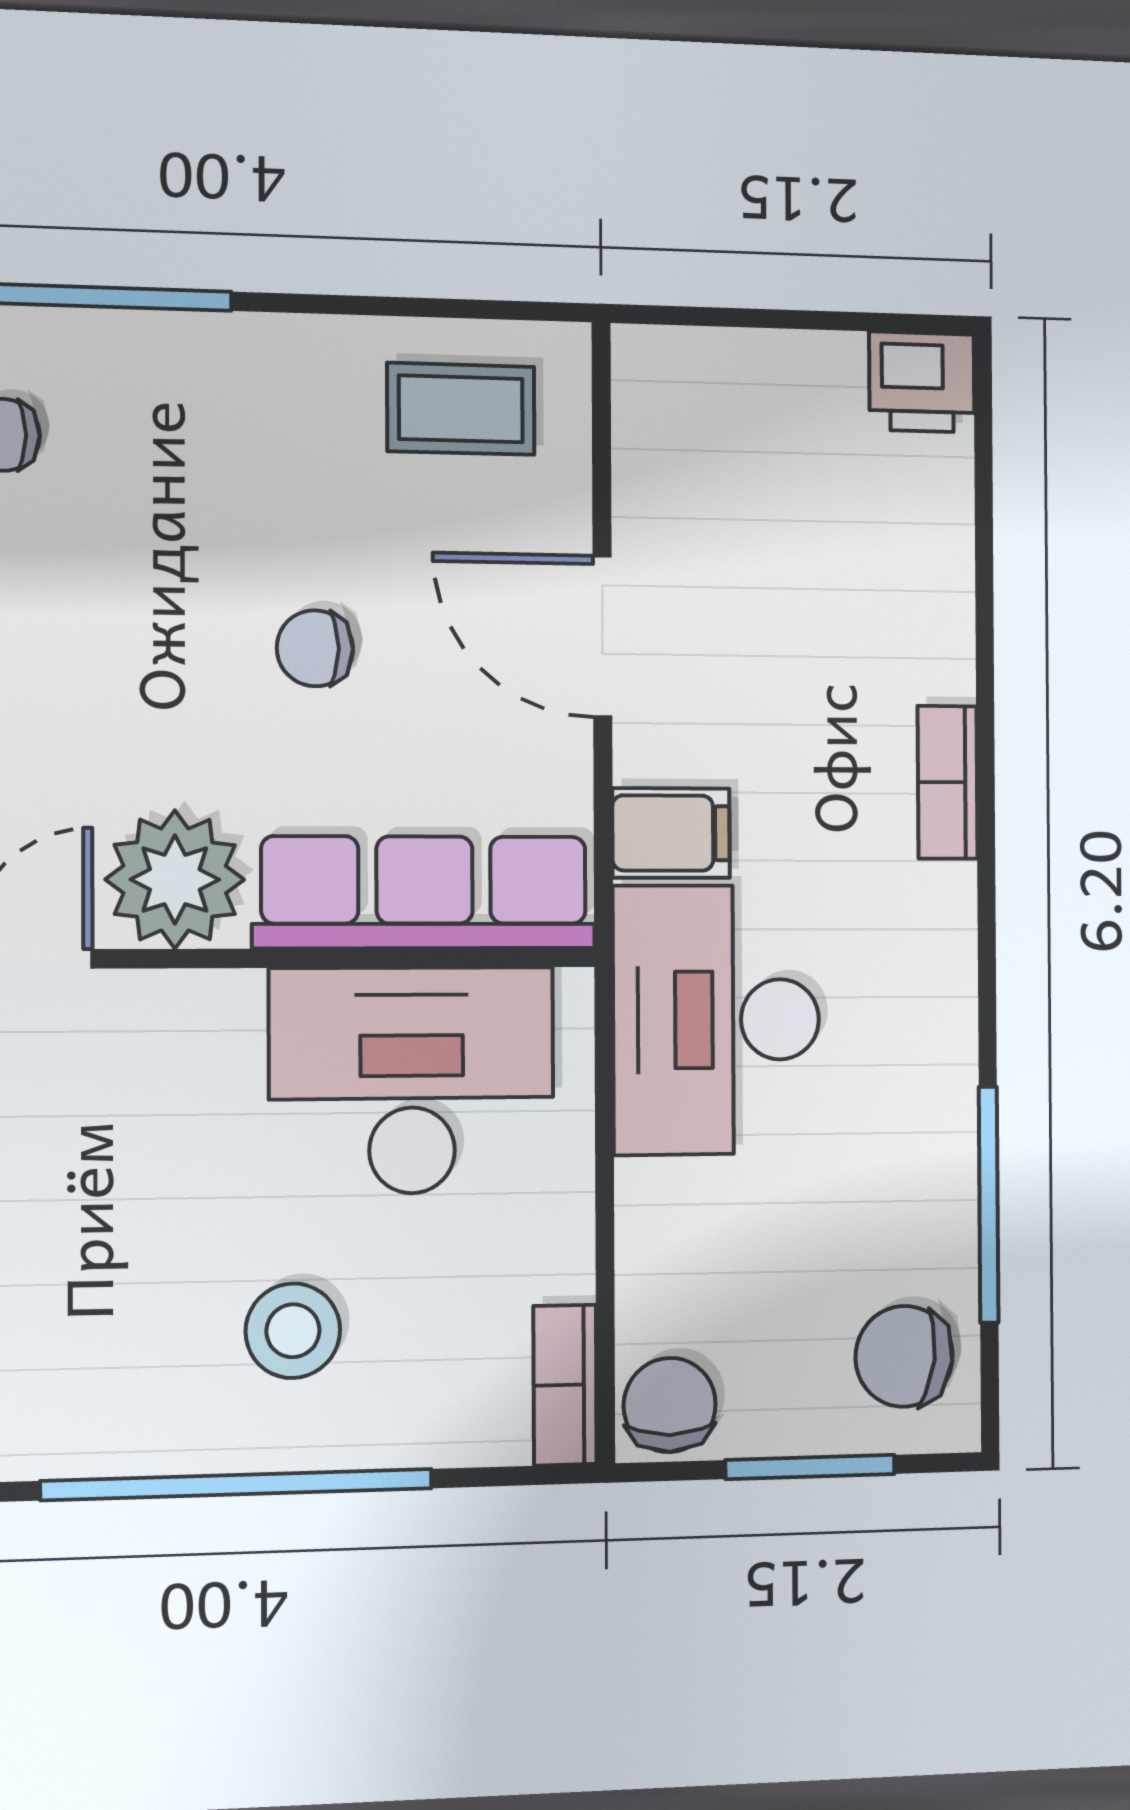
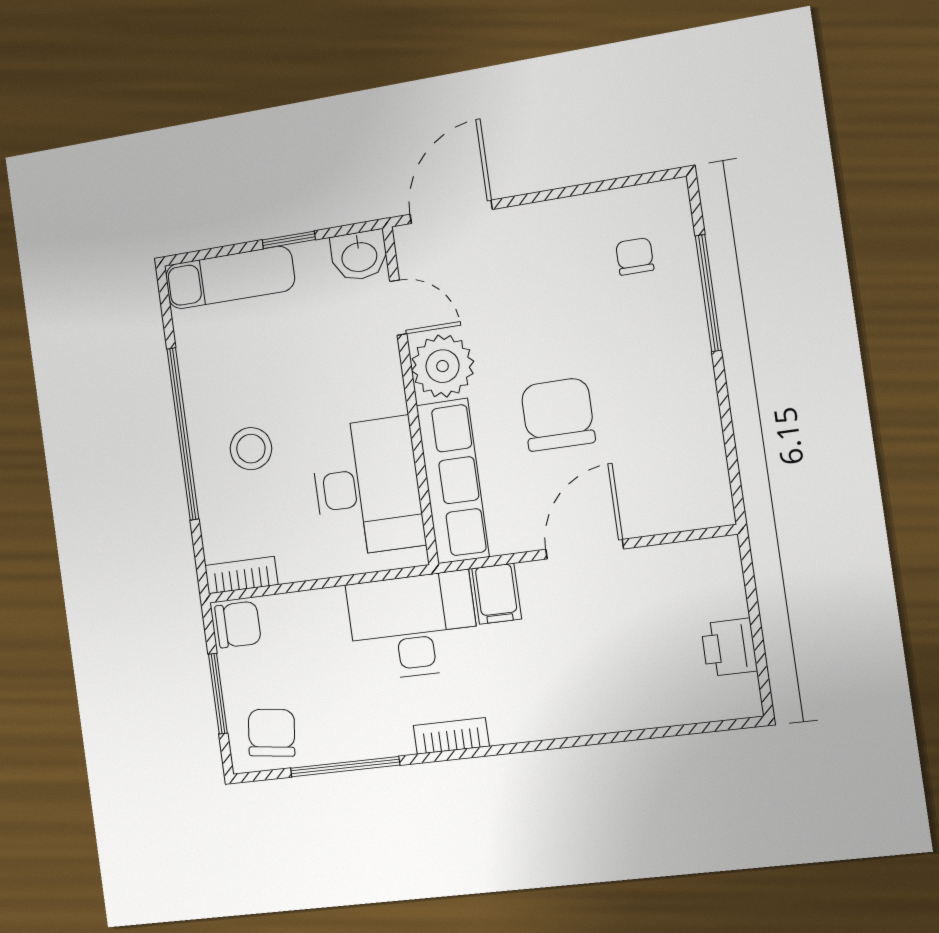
printer: (922, 382) -> (729, 647), moved
coffee table: (461, 409) -> (683, 467), removed
chair: (315, 648) -> (558, 414), width x1.87, depth x1.87
bookcase: (947, 782) -> (451, 736), moved

